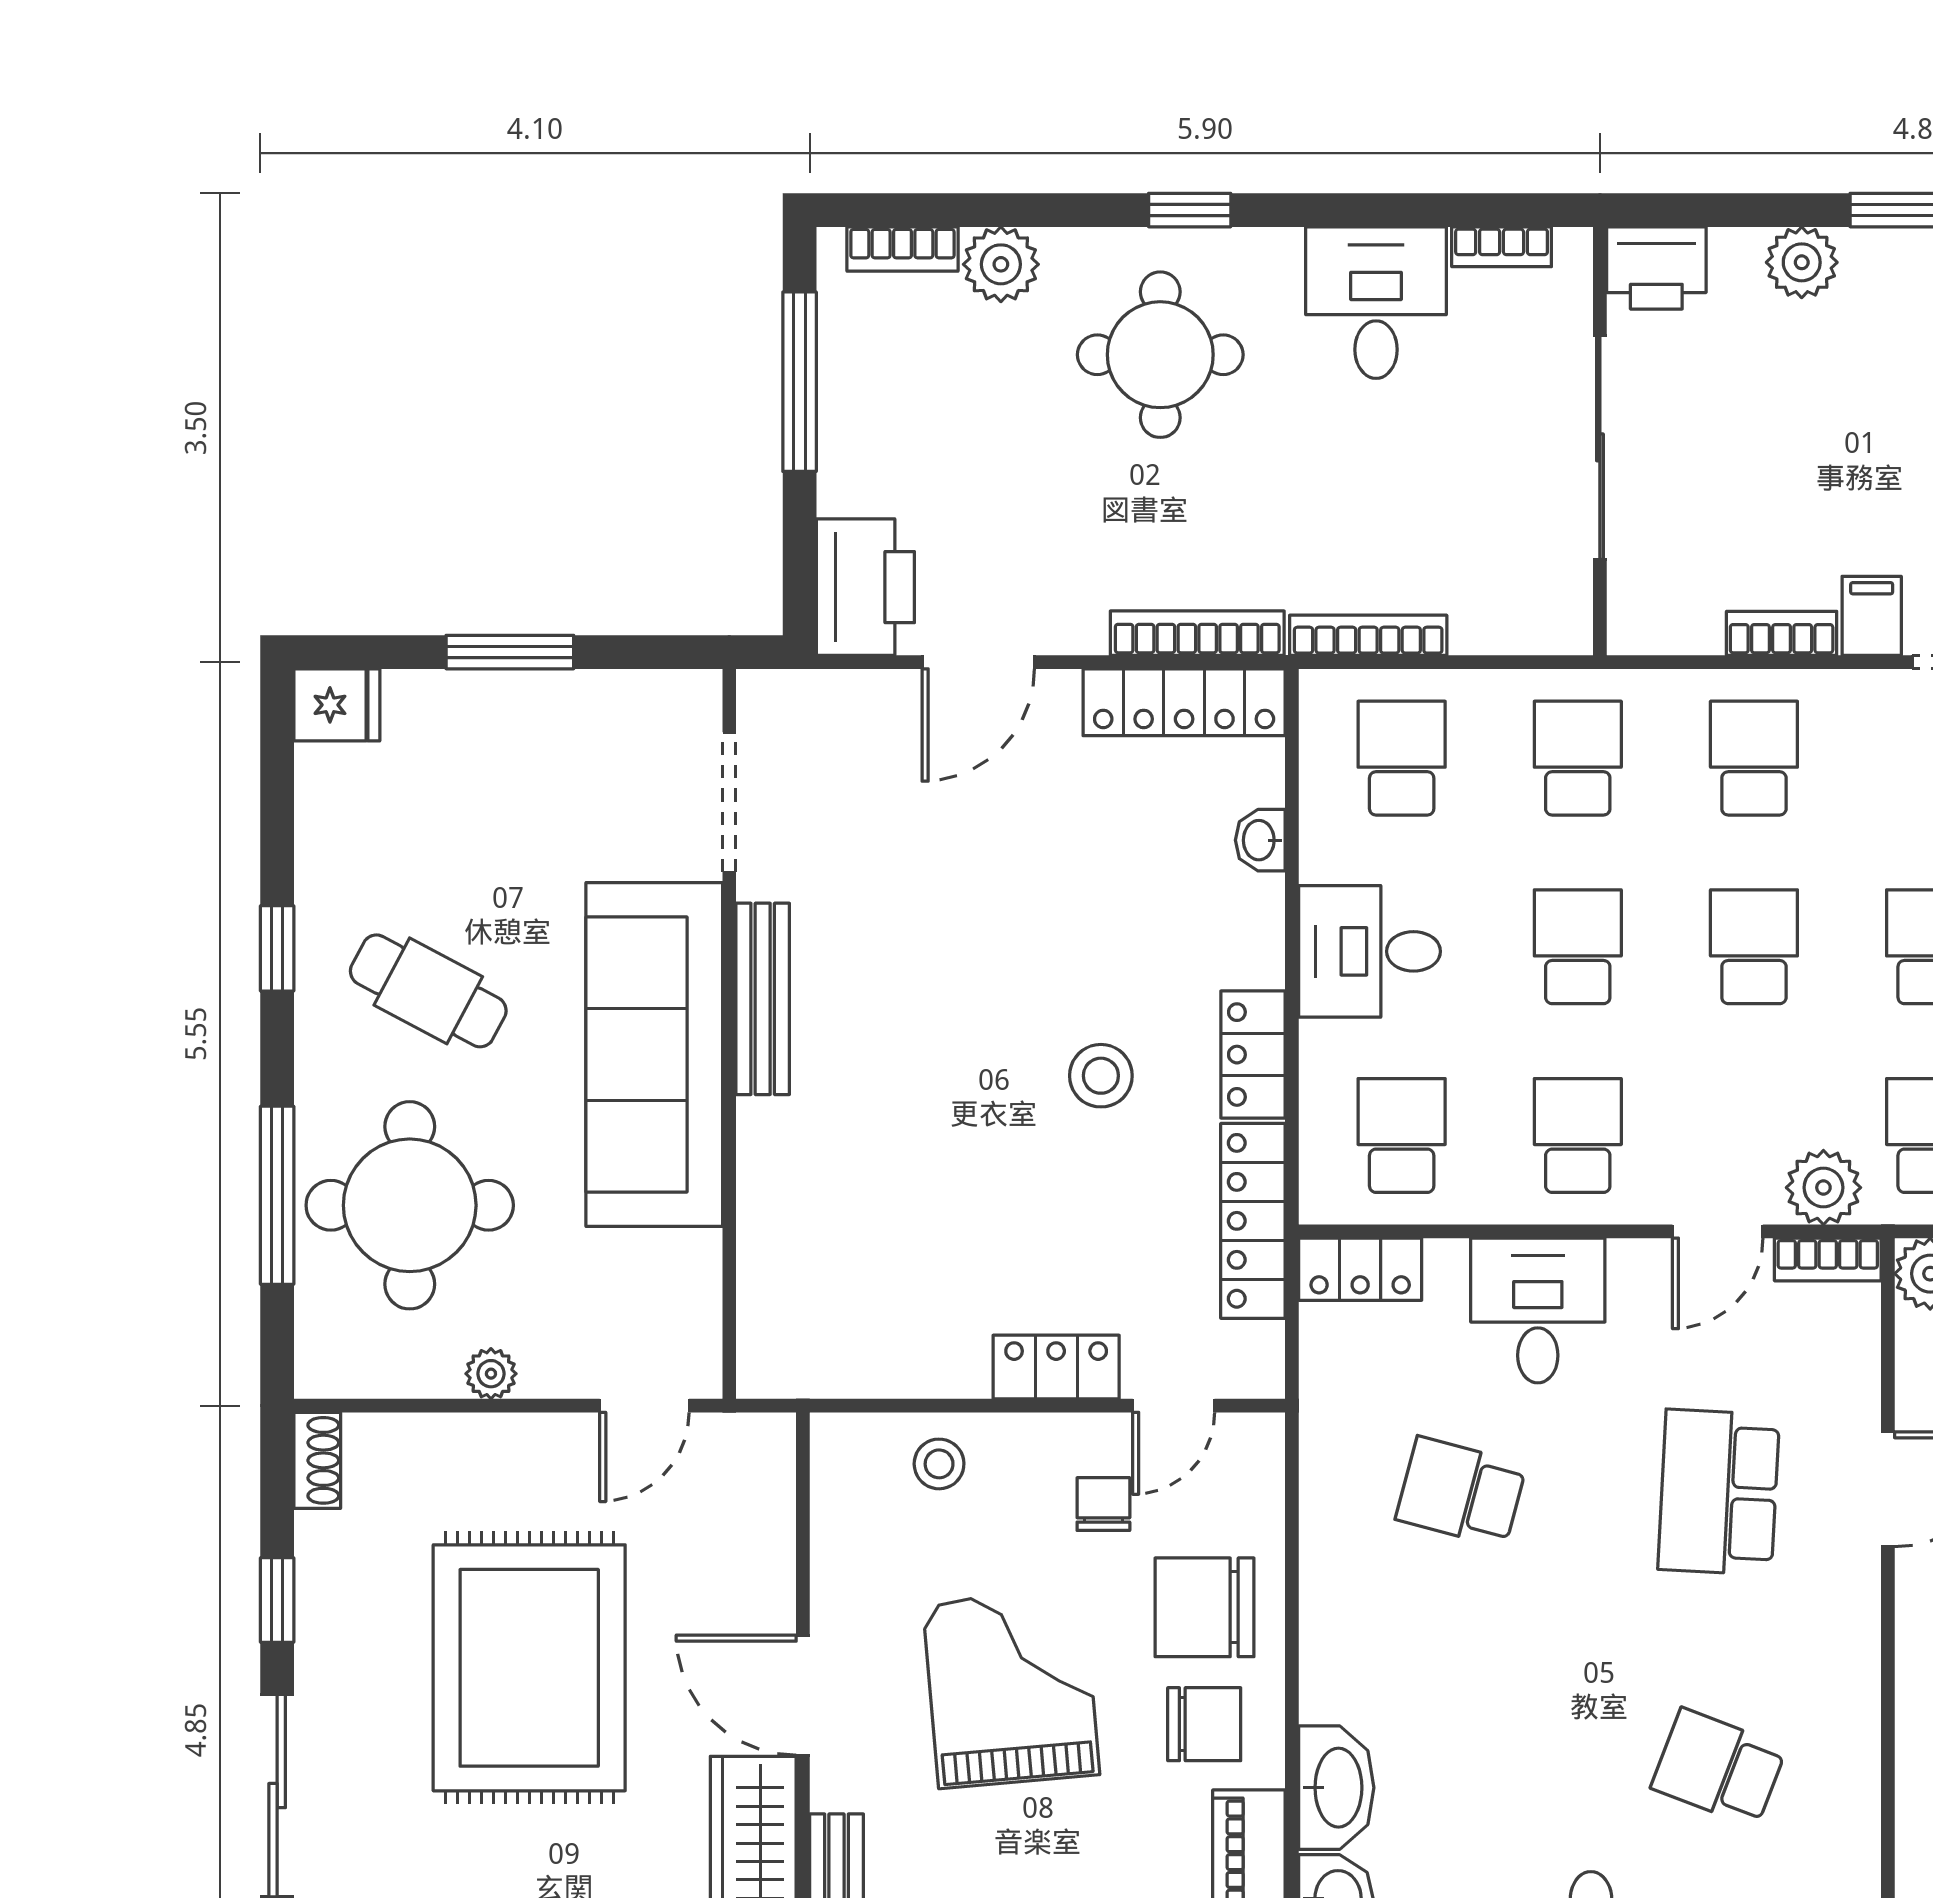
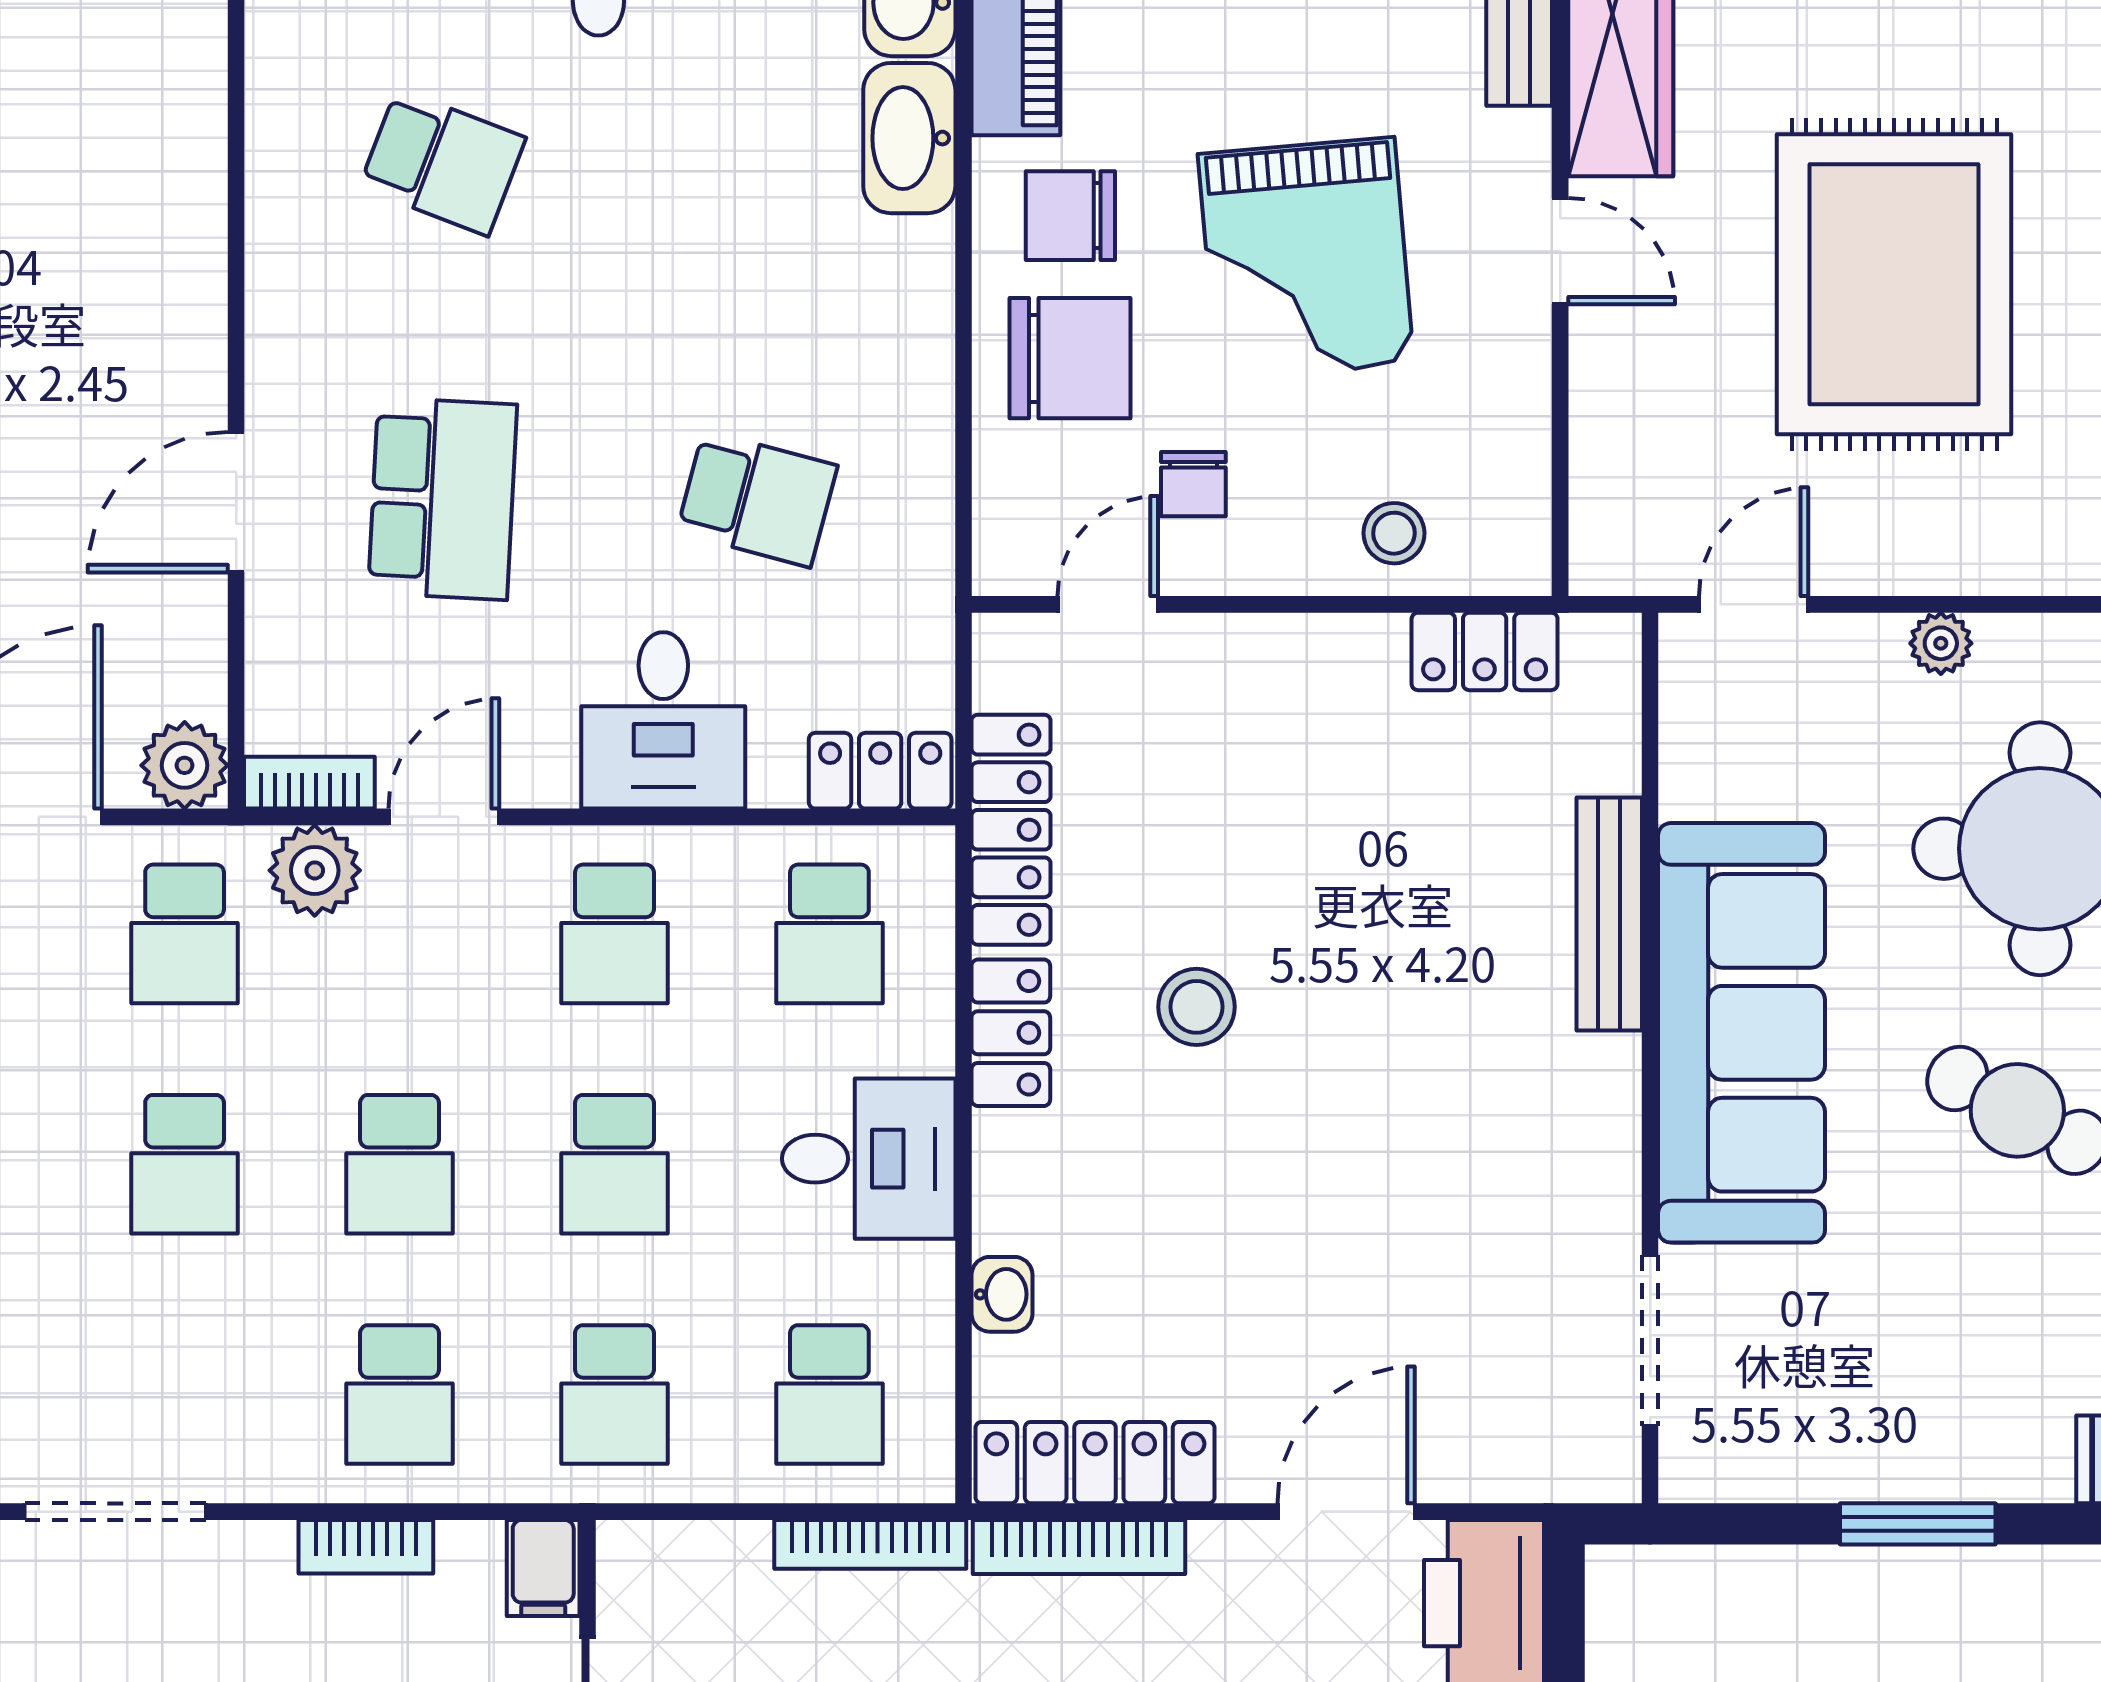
filing cabinet: (1872, 616) -> (543, 1568), moved
bench: (763, 999) -> (1609, 914), moved
locker: (1056, 1367) -> (1485, 651), moved
door: (803, 1695) -> (1560, 251), width x0.73

